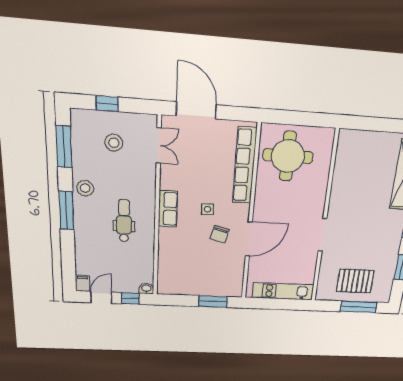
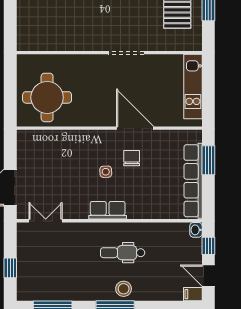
stool: (114, 143) -> (46, 262), removed
row of seats: (245, 166) -> (193, 181), moved, turned 90
stool: (85, 188) -> (124, 289), moved
chair: (220, 234) -> (132, 158), turned -105

